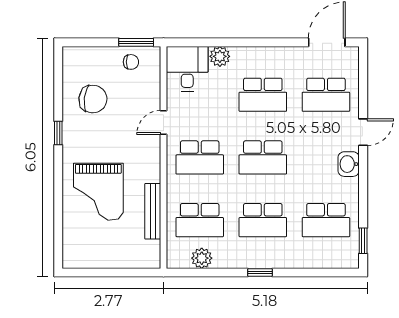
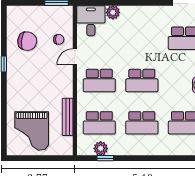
chair: (131, 62) -> (59, 39), moved
school desk: (263, 95) -> (142, 38), removed
grand piano: (98, 192) -> (32, 131), moved
window: (260, 273) -> (105, 158), moved

